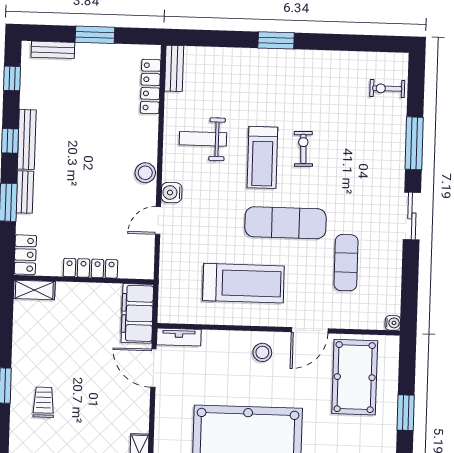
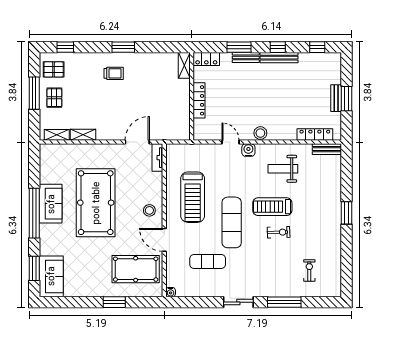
bench: (53, 50) -> (336, 98), moved
exercise bike: (387, 89) -> (309, 270), moved
weight bench: (203, 139) -> (283, 169), turned -90
filing cabinet: (137, 313) -> (172, 131), removed

